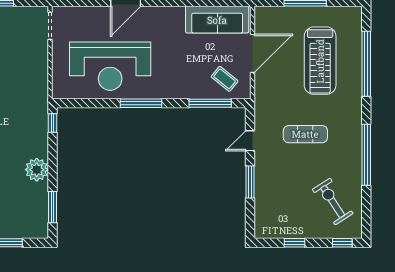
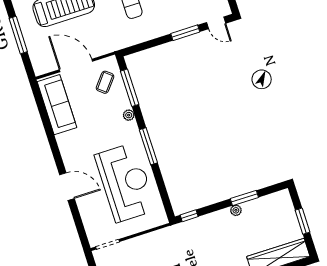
plant: (181, 93) -> (129, 115), added
door: (250, 141) -> (216, 23), moved
plant: (37, 170) -> (236, 210), width x0.53, depth x0.53
window: (52, 207) -> (244, 198), moved

